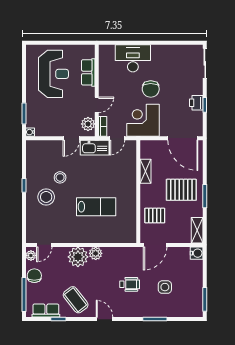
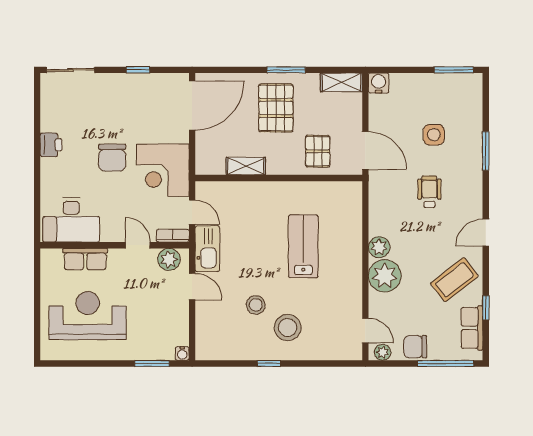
desk: (133, 58) -> (71, 220), moved, turned -90
chair: (151, 89) -> (112, 158), turned 90
printer: (196, 103) -> (51, 145), moved, turned -90

